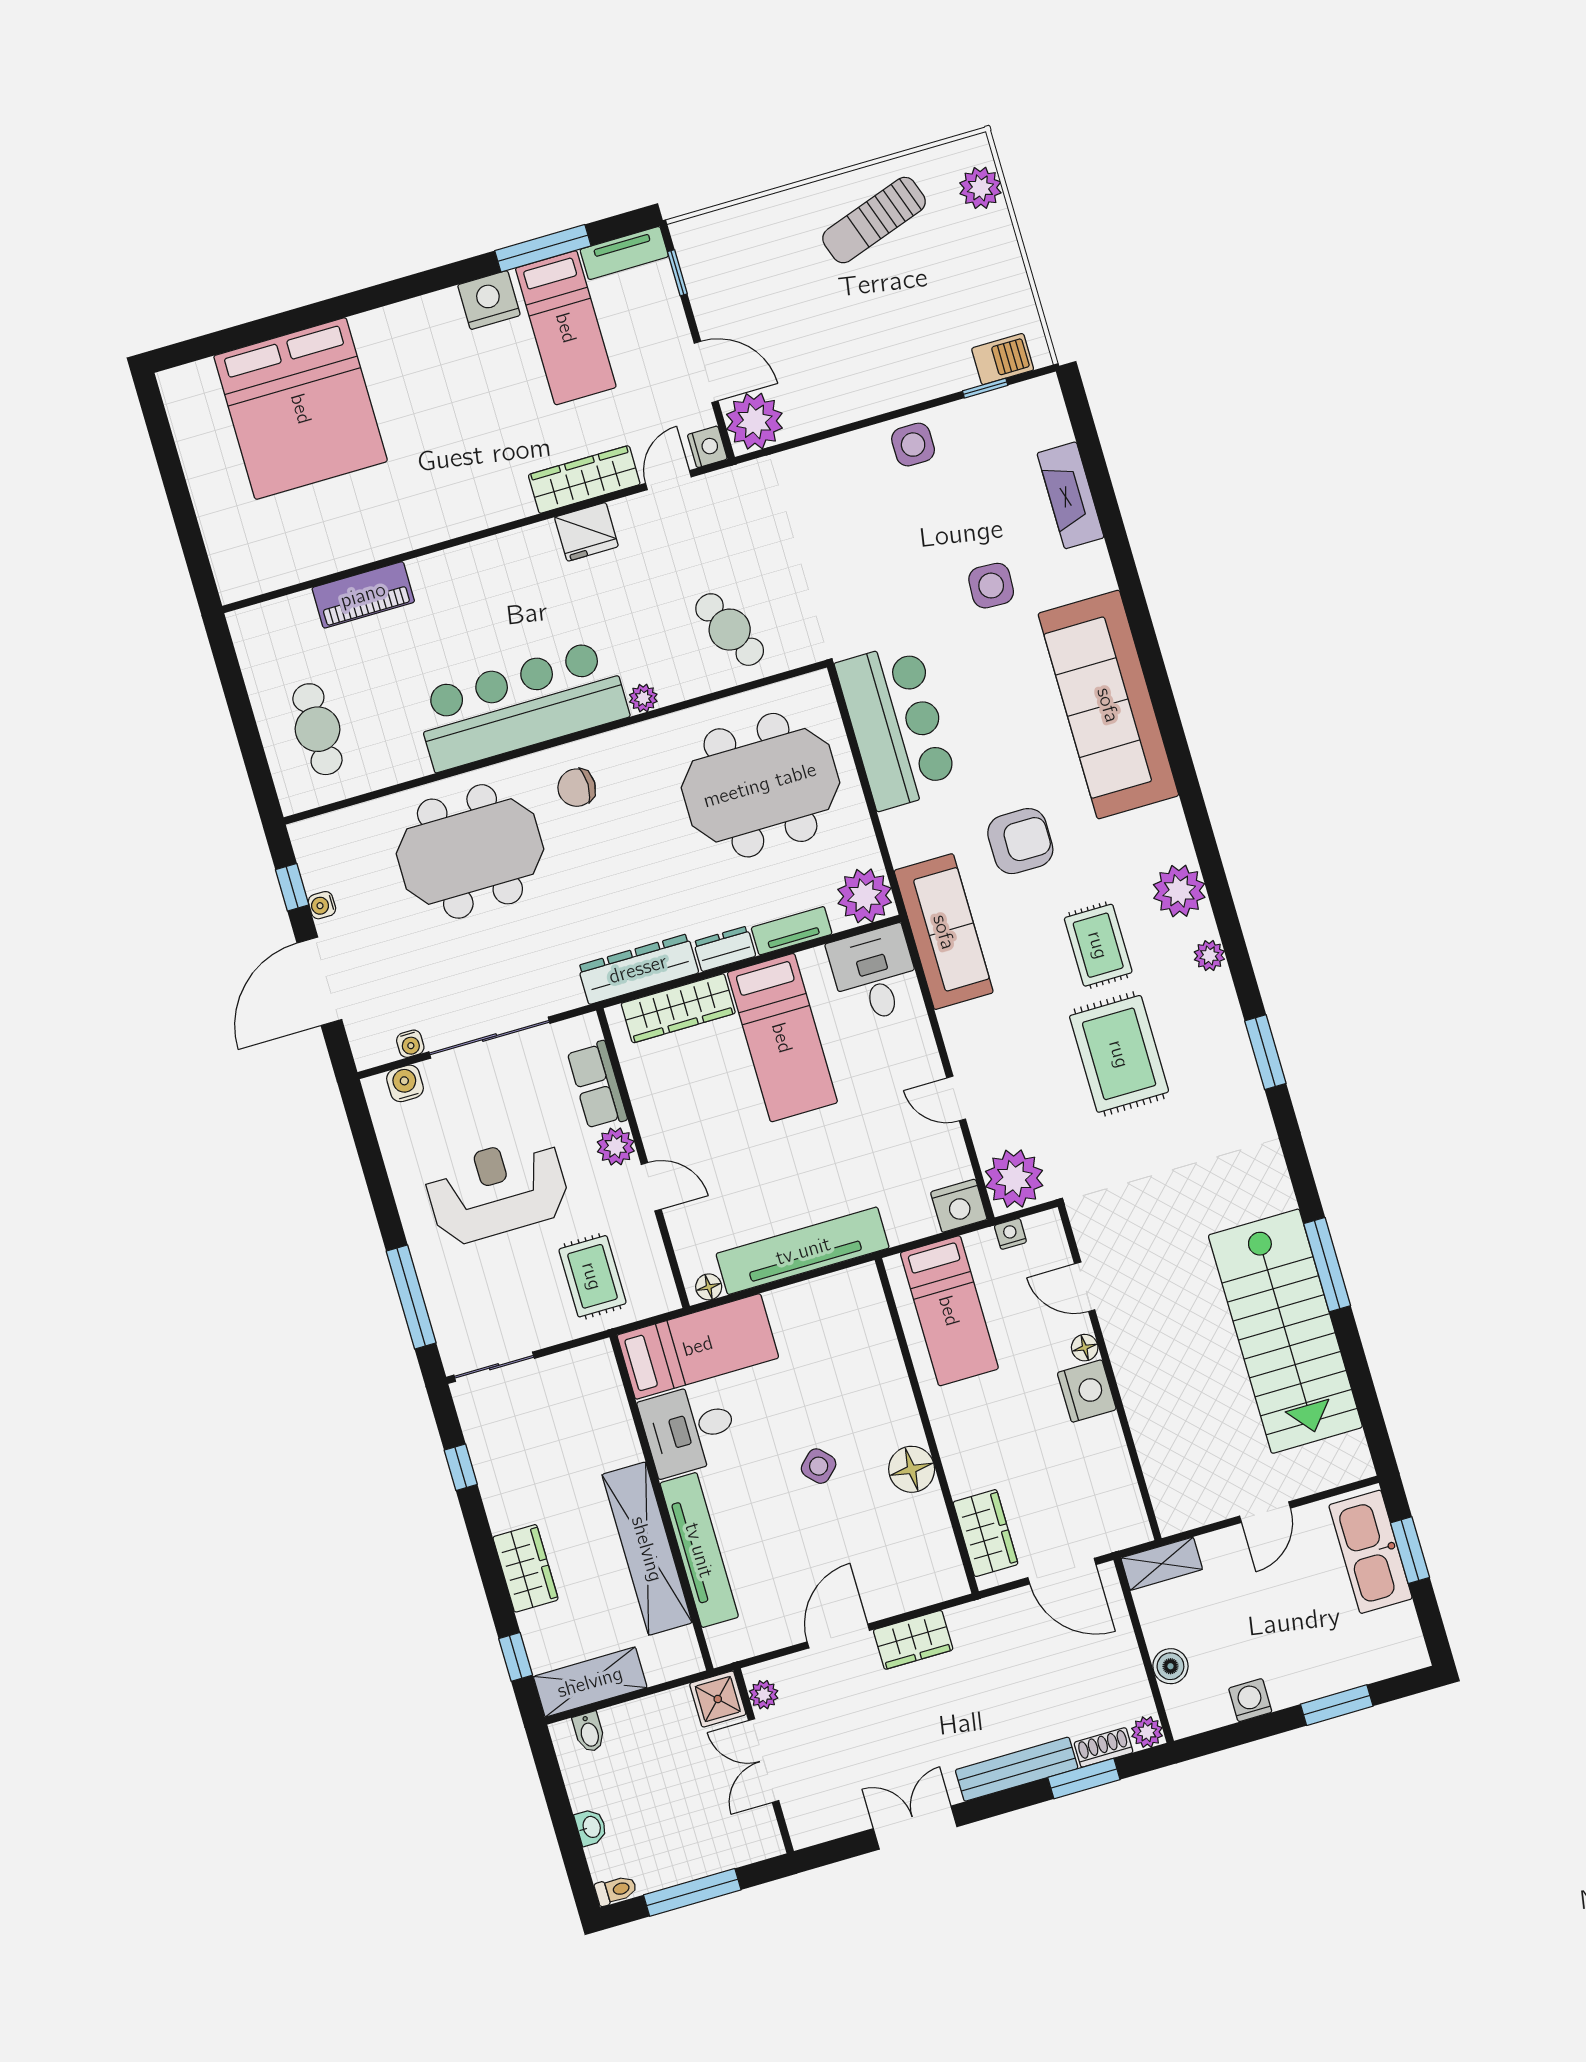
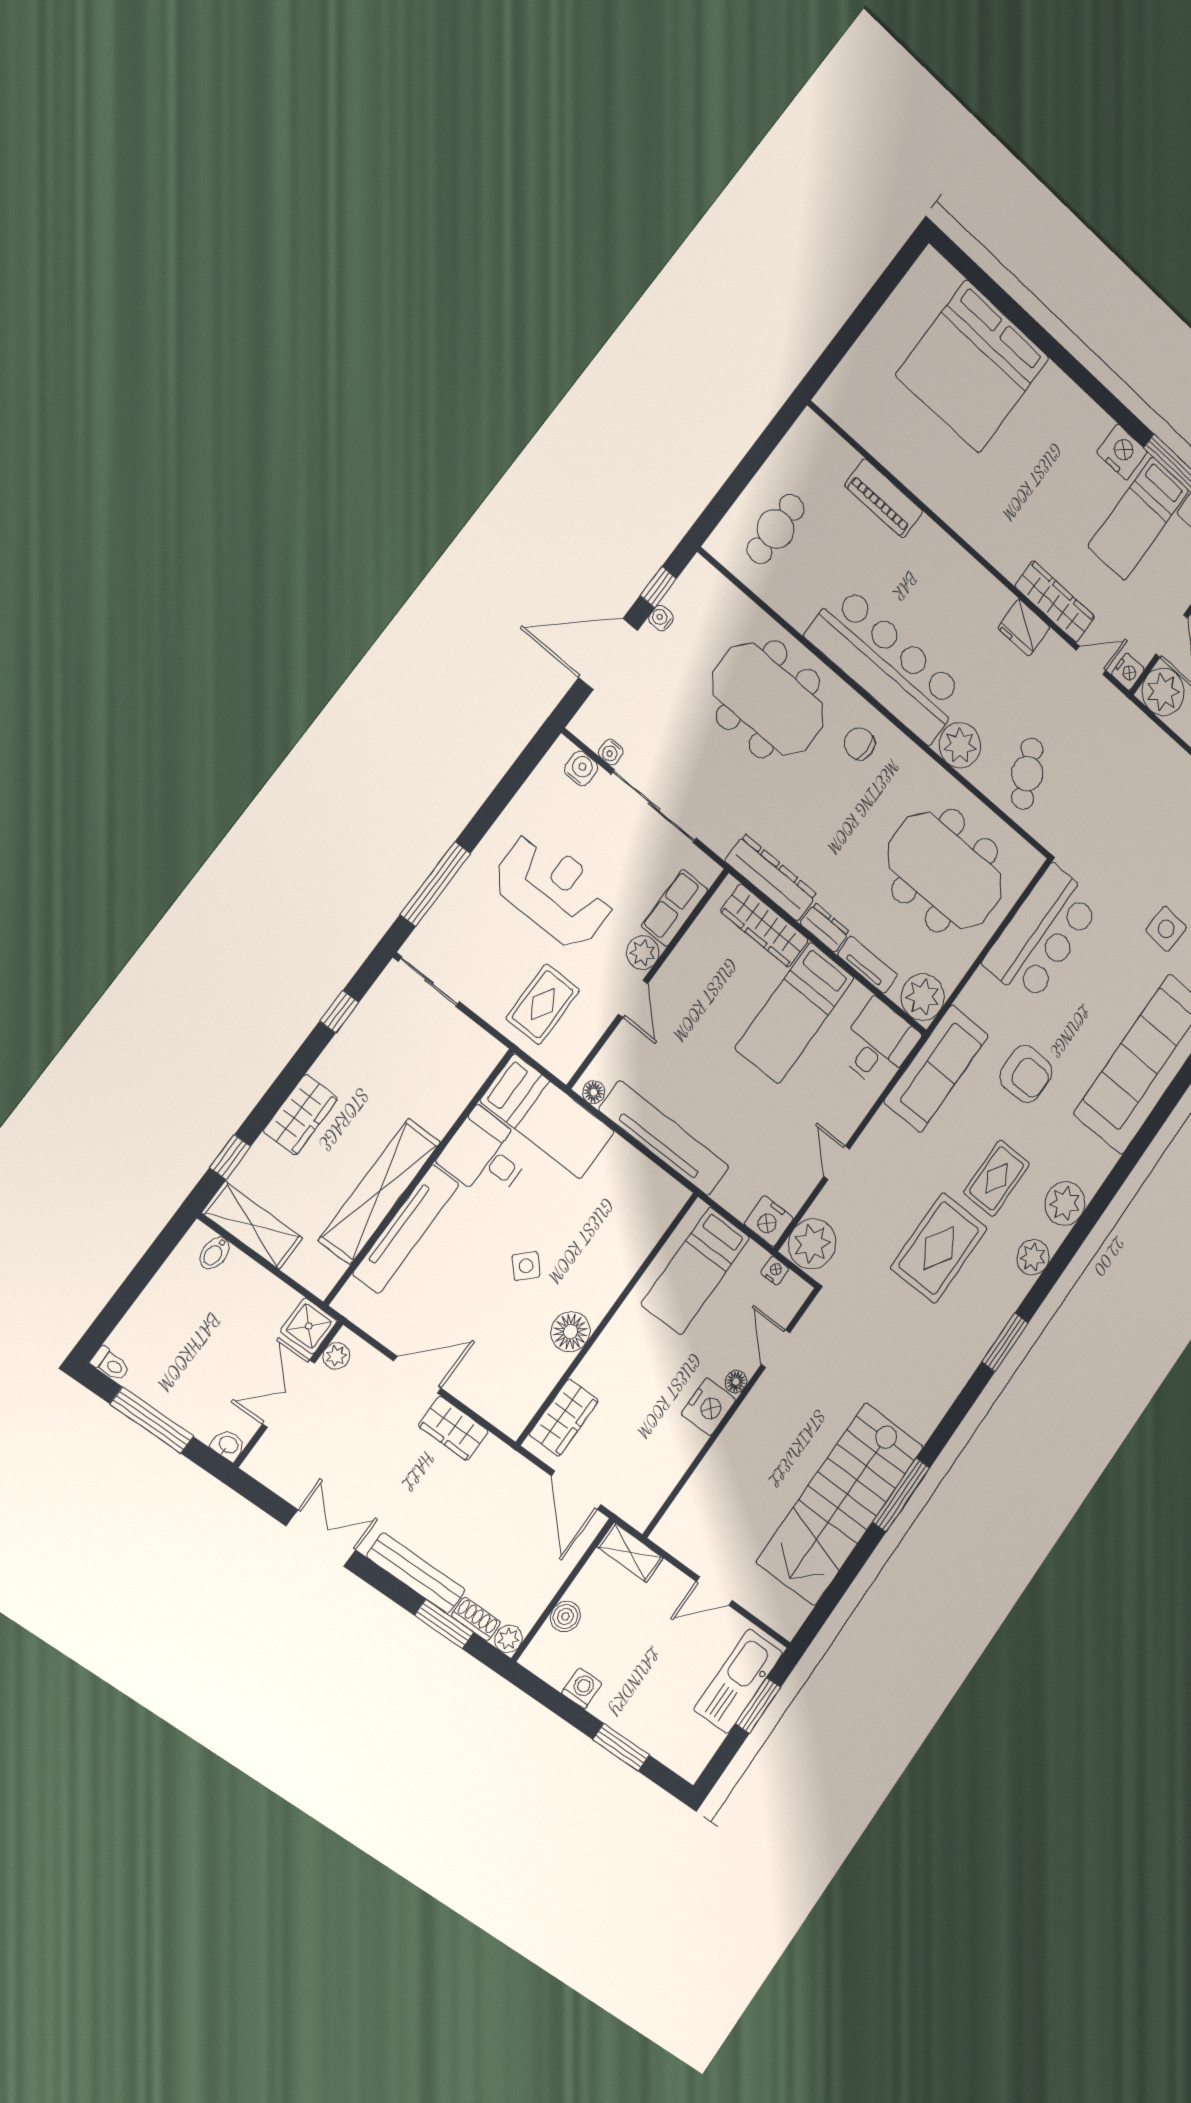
plant: (643, 698) -> (960, 745), width x1.88, depth x1.88
plant: (1209, 956) -> (1033, 1257), width x1.38, depth x1.38
washbasin: (591, 1827) -> (228, 1445), moved, turned -90

